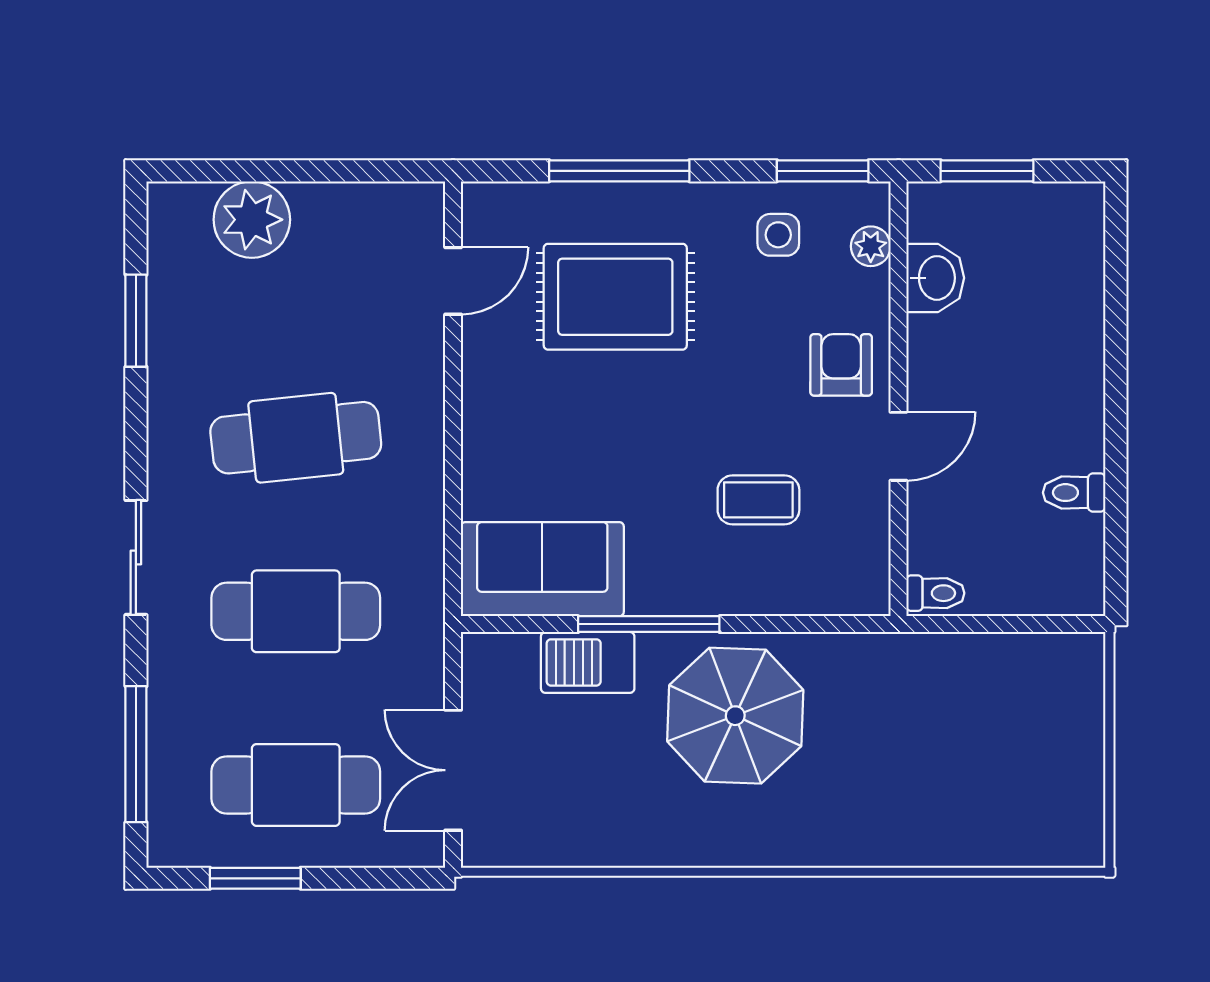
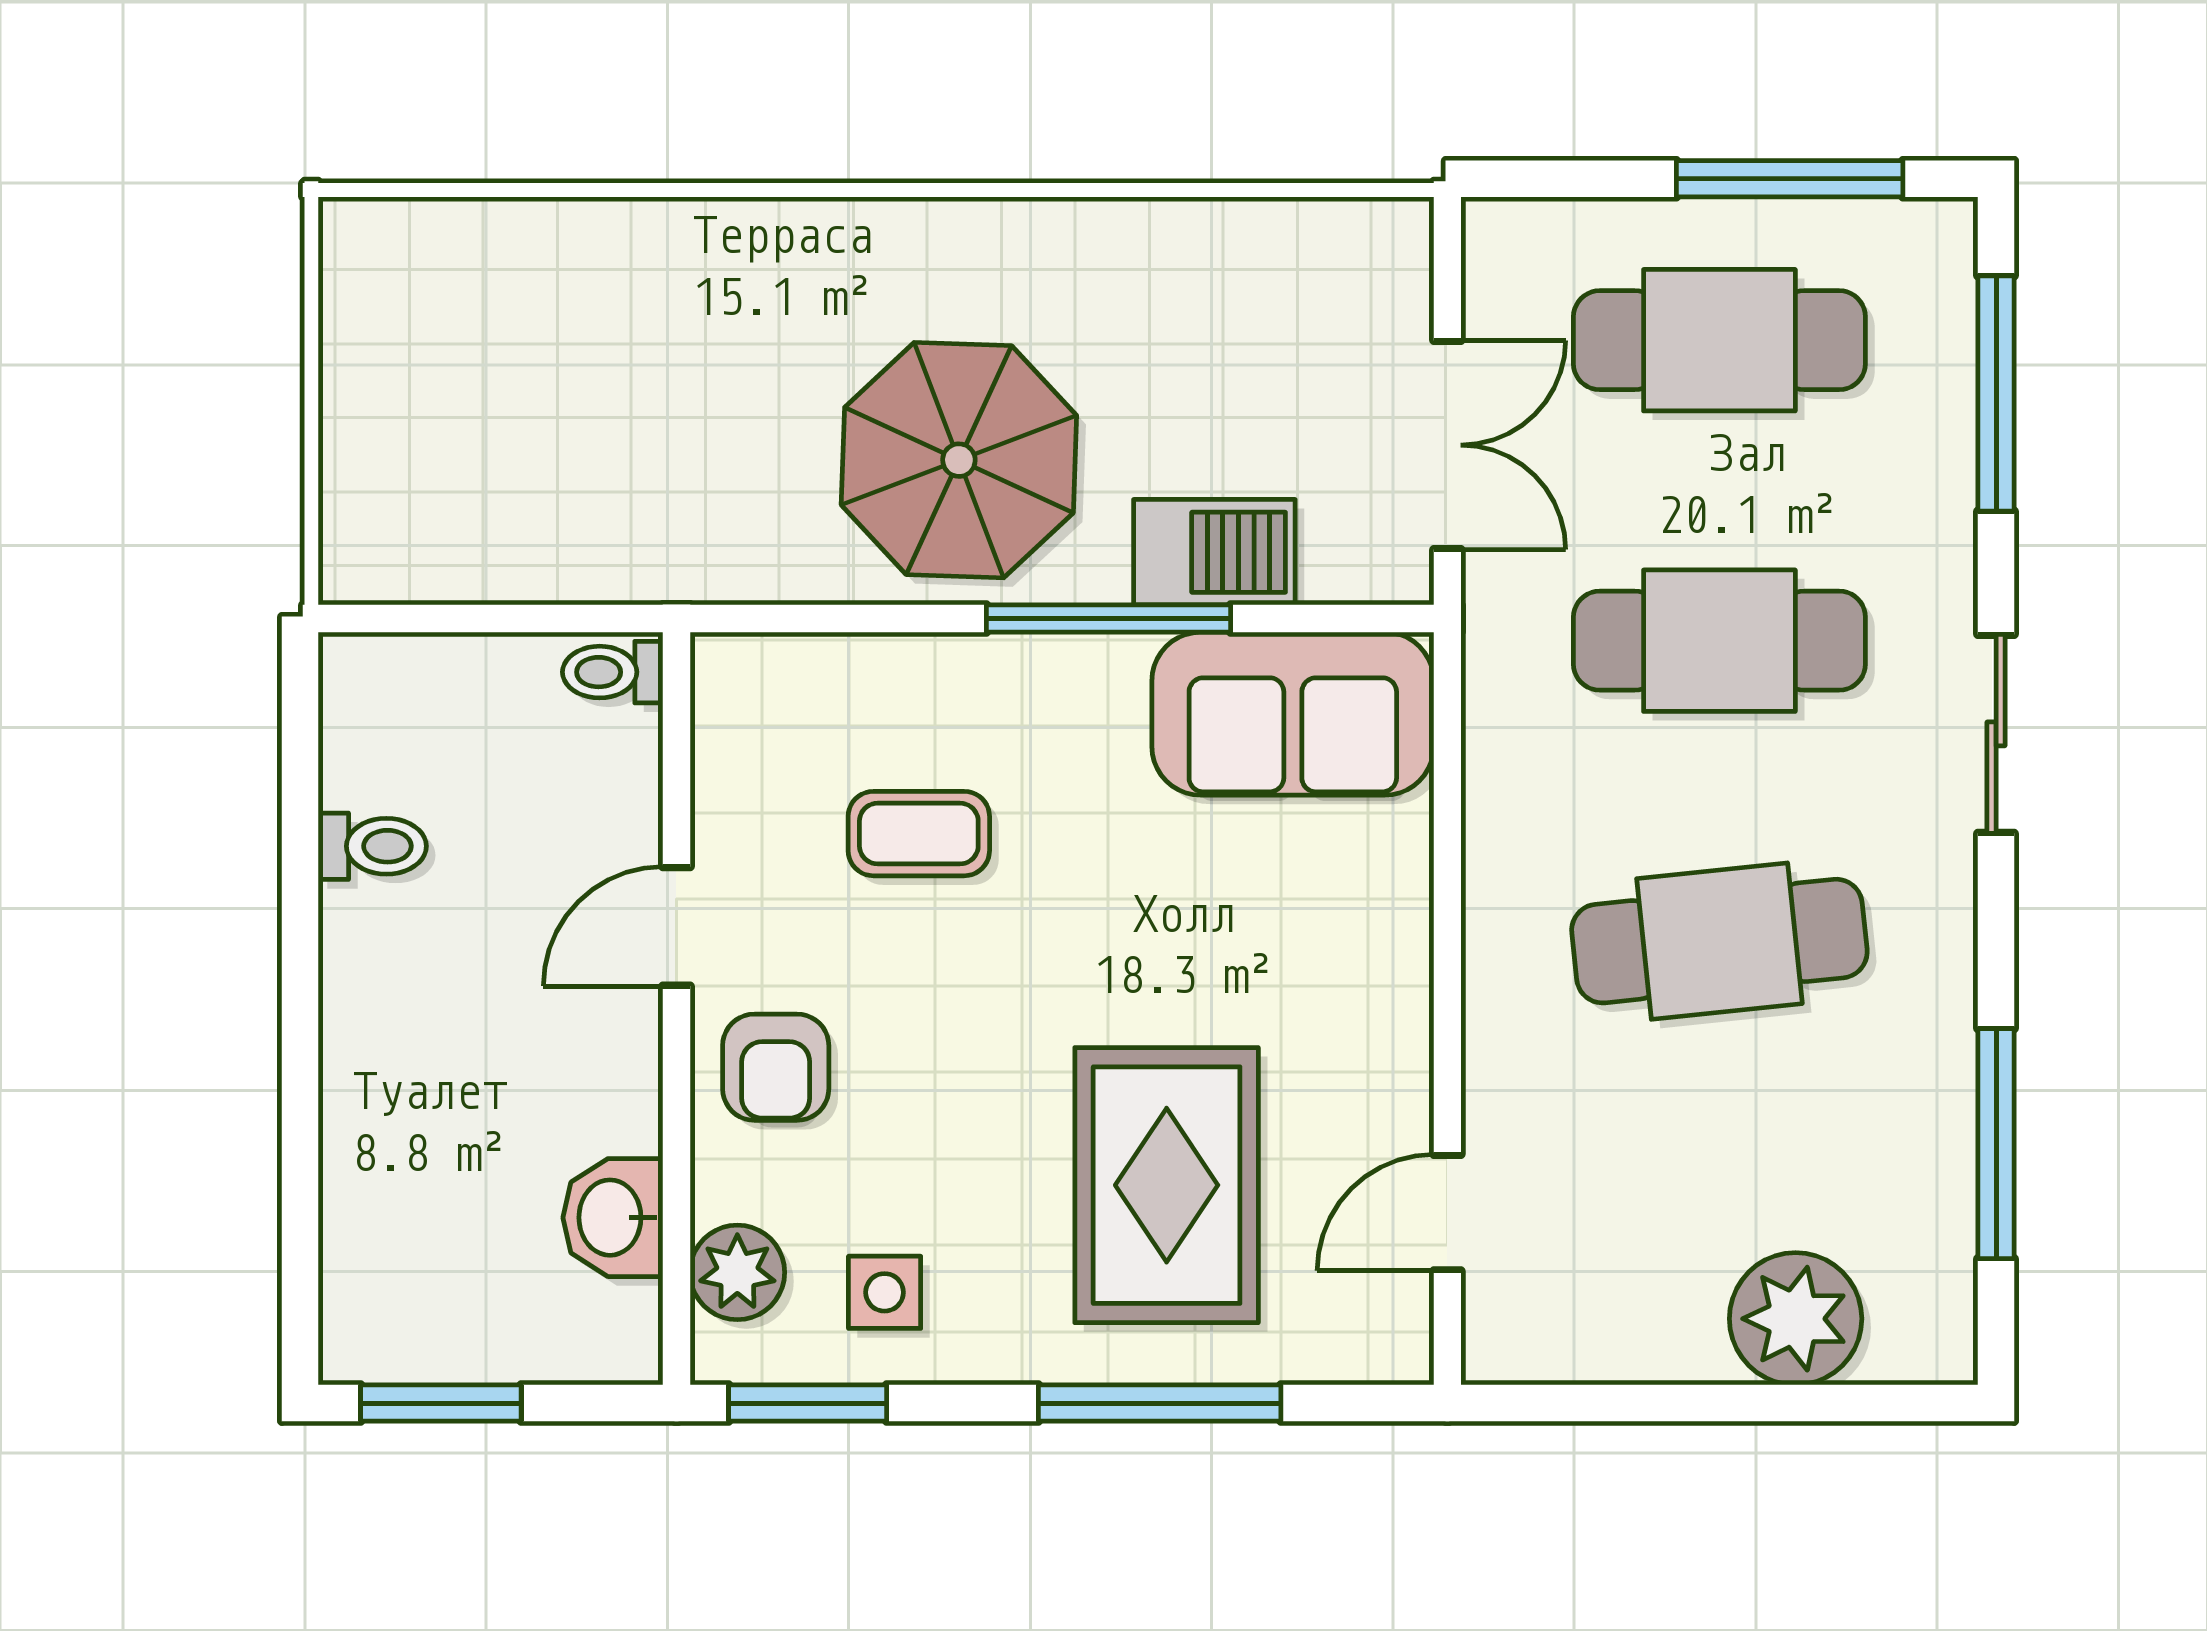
window: (987, 171) -> (441, 1403), moved
plant: (871, 246) -> (737, 1272), width x1.38, depth x1.38
rug: (615, 297) -> (1167, 1185), turned 90
window: (136, 321) -> (1996, 1144), width x1.44
double door: (453, 770) -> (1447, 445), moved
window: (255, 878) -> (1790, 179), width x1.44

